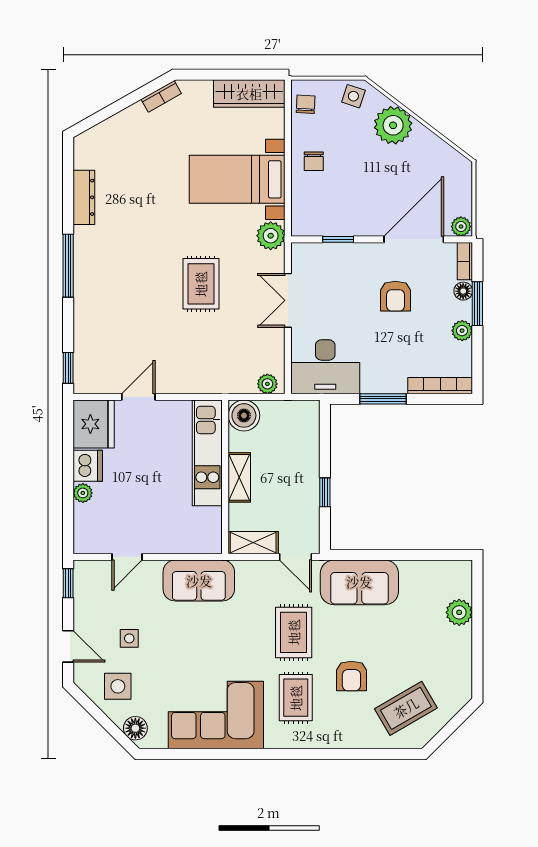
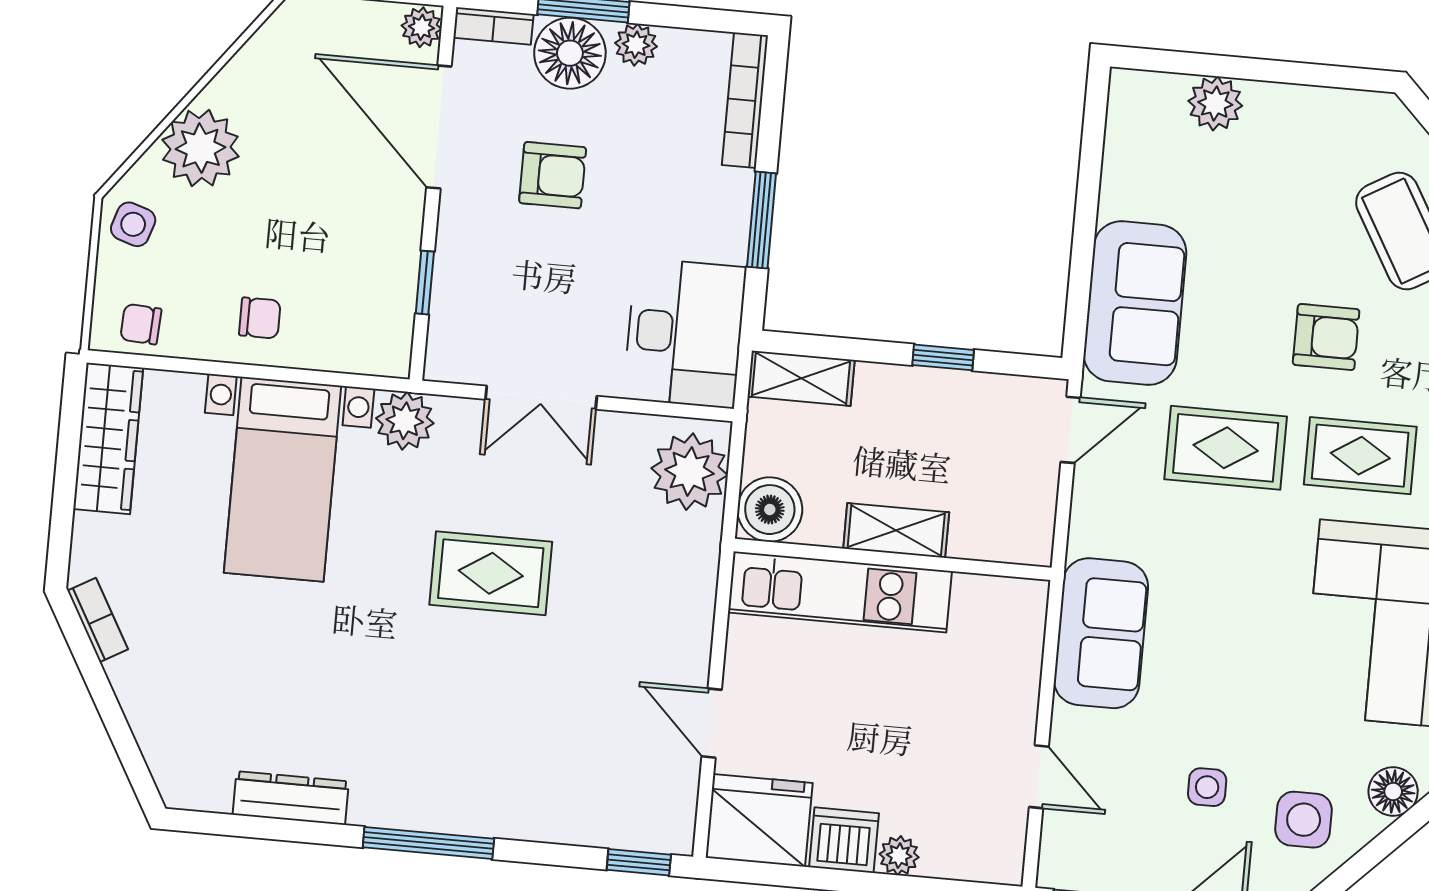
floor lamp: (463, 291) -> (570, 53), width x1.89, depth x1.89
plant: (267, 384) -> (690, 472), width x1.88, depth x1.88
shelving: (253, 543) -> (801, 378), moved, turned 90

